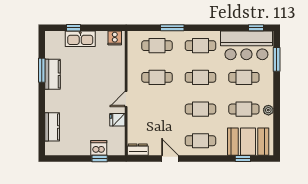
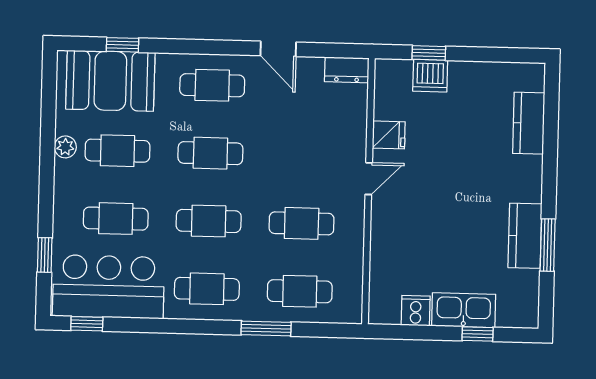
cooker: (115, 38) -> (416, 311), moved
window: (277, 59) -> (45, 255), width x0.67

